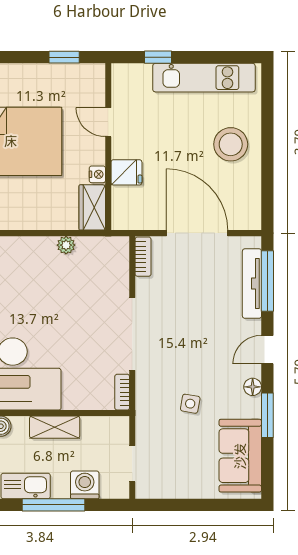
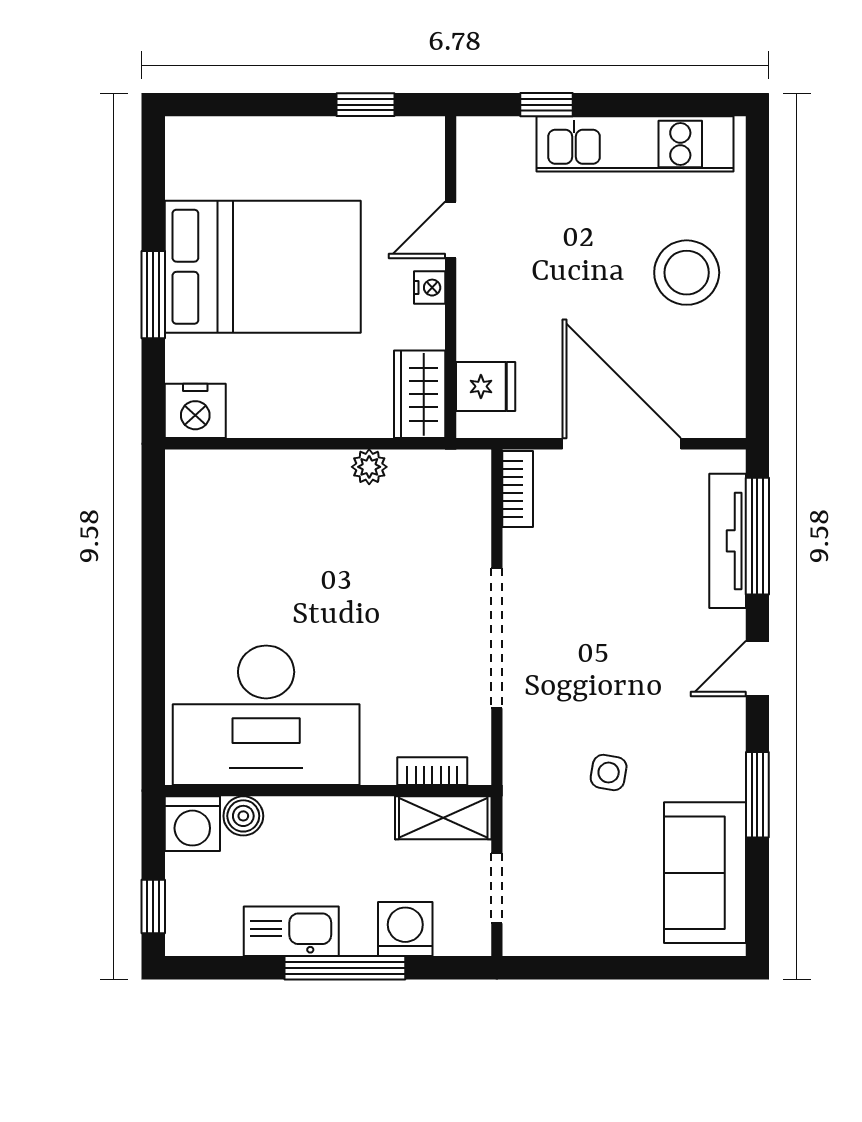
door: (108, 122) -> (451, 230), hinge flipped
fridge: (126, 172) -> (486, 386), moved
nightstand: (97, 174) -> (430, 288), moved
floor lamp: (253, 387) -> (729, 740), removed
bookcase: (122, 392) -> (432, 771), moved, turned 90
shelving: (55, 427) -> (443, 818), moved

